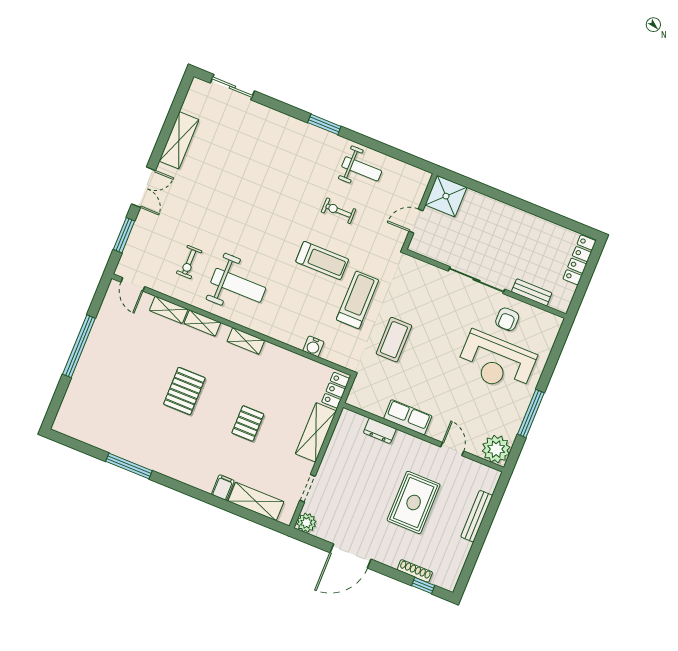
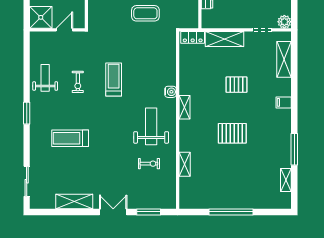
door: (416, 221) -> (64, 30), swing flipped
door: (133, 284) -> (178, 194), removed
treadmill: (357, 300) -> (70, 138), moved
shelving: (202, 323) -> (286, 180), moved
water cooler: (313, 346) -> (171, 92), moved
filing cabinet: (223, 487) -> (284, 102), moved

